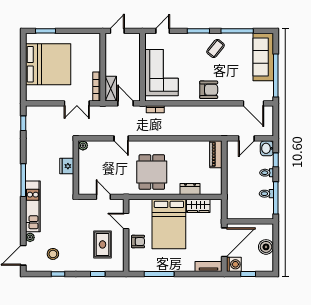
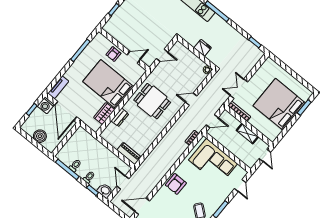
bed: (48, 64) -> (279, 104), moved, turned 90
shelving: (111, 89) -> (247, 134), moved
rug: (103, 244) -> (131, 29), removed

